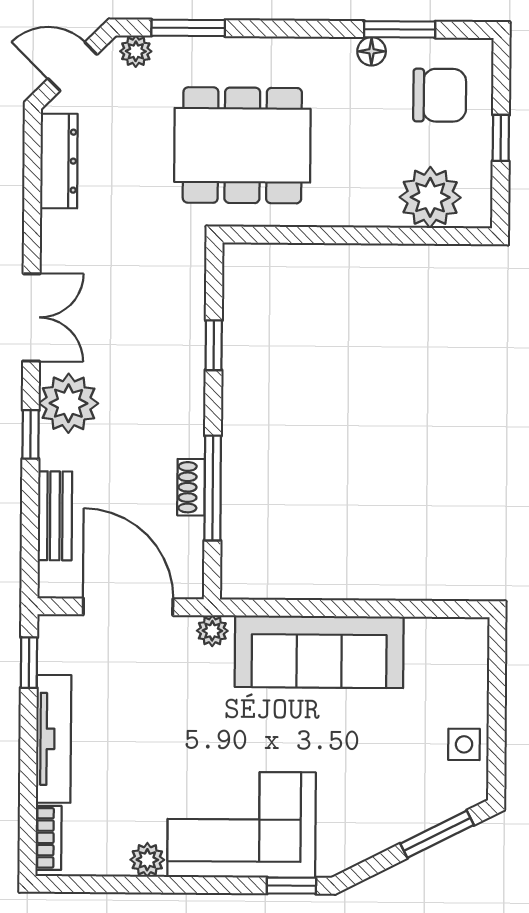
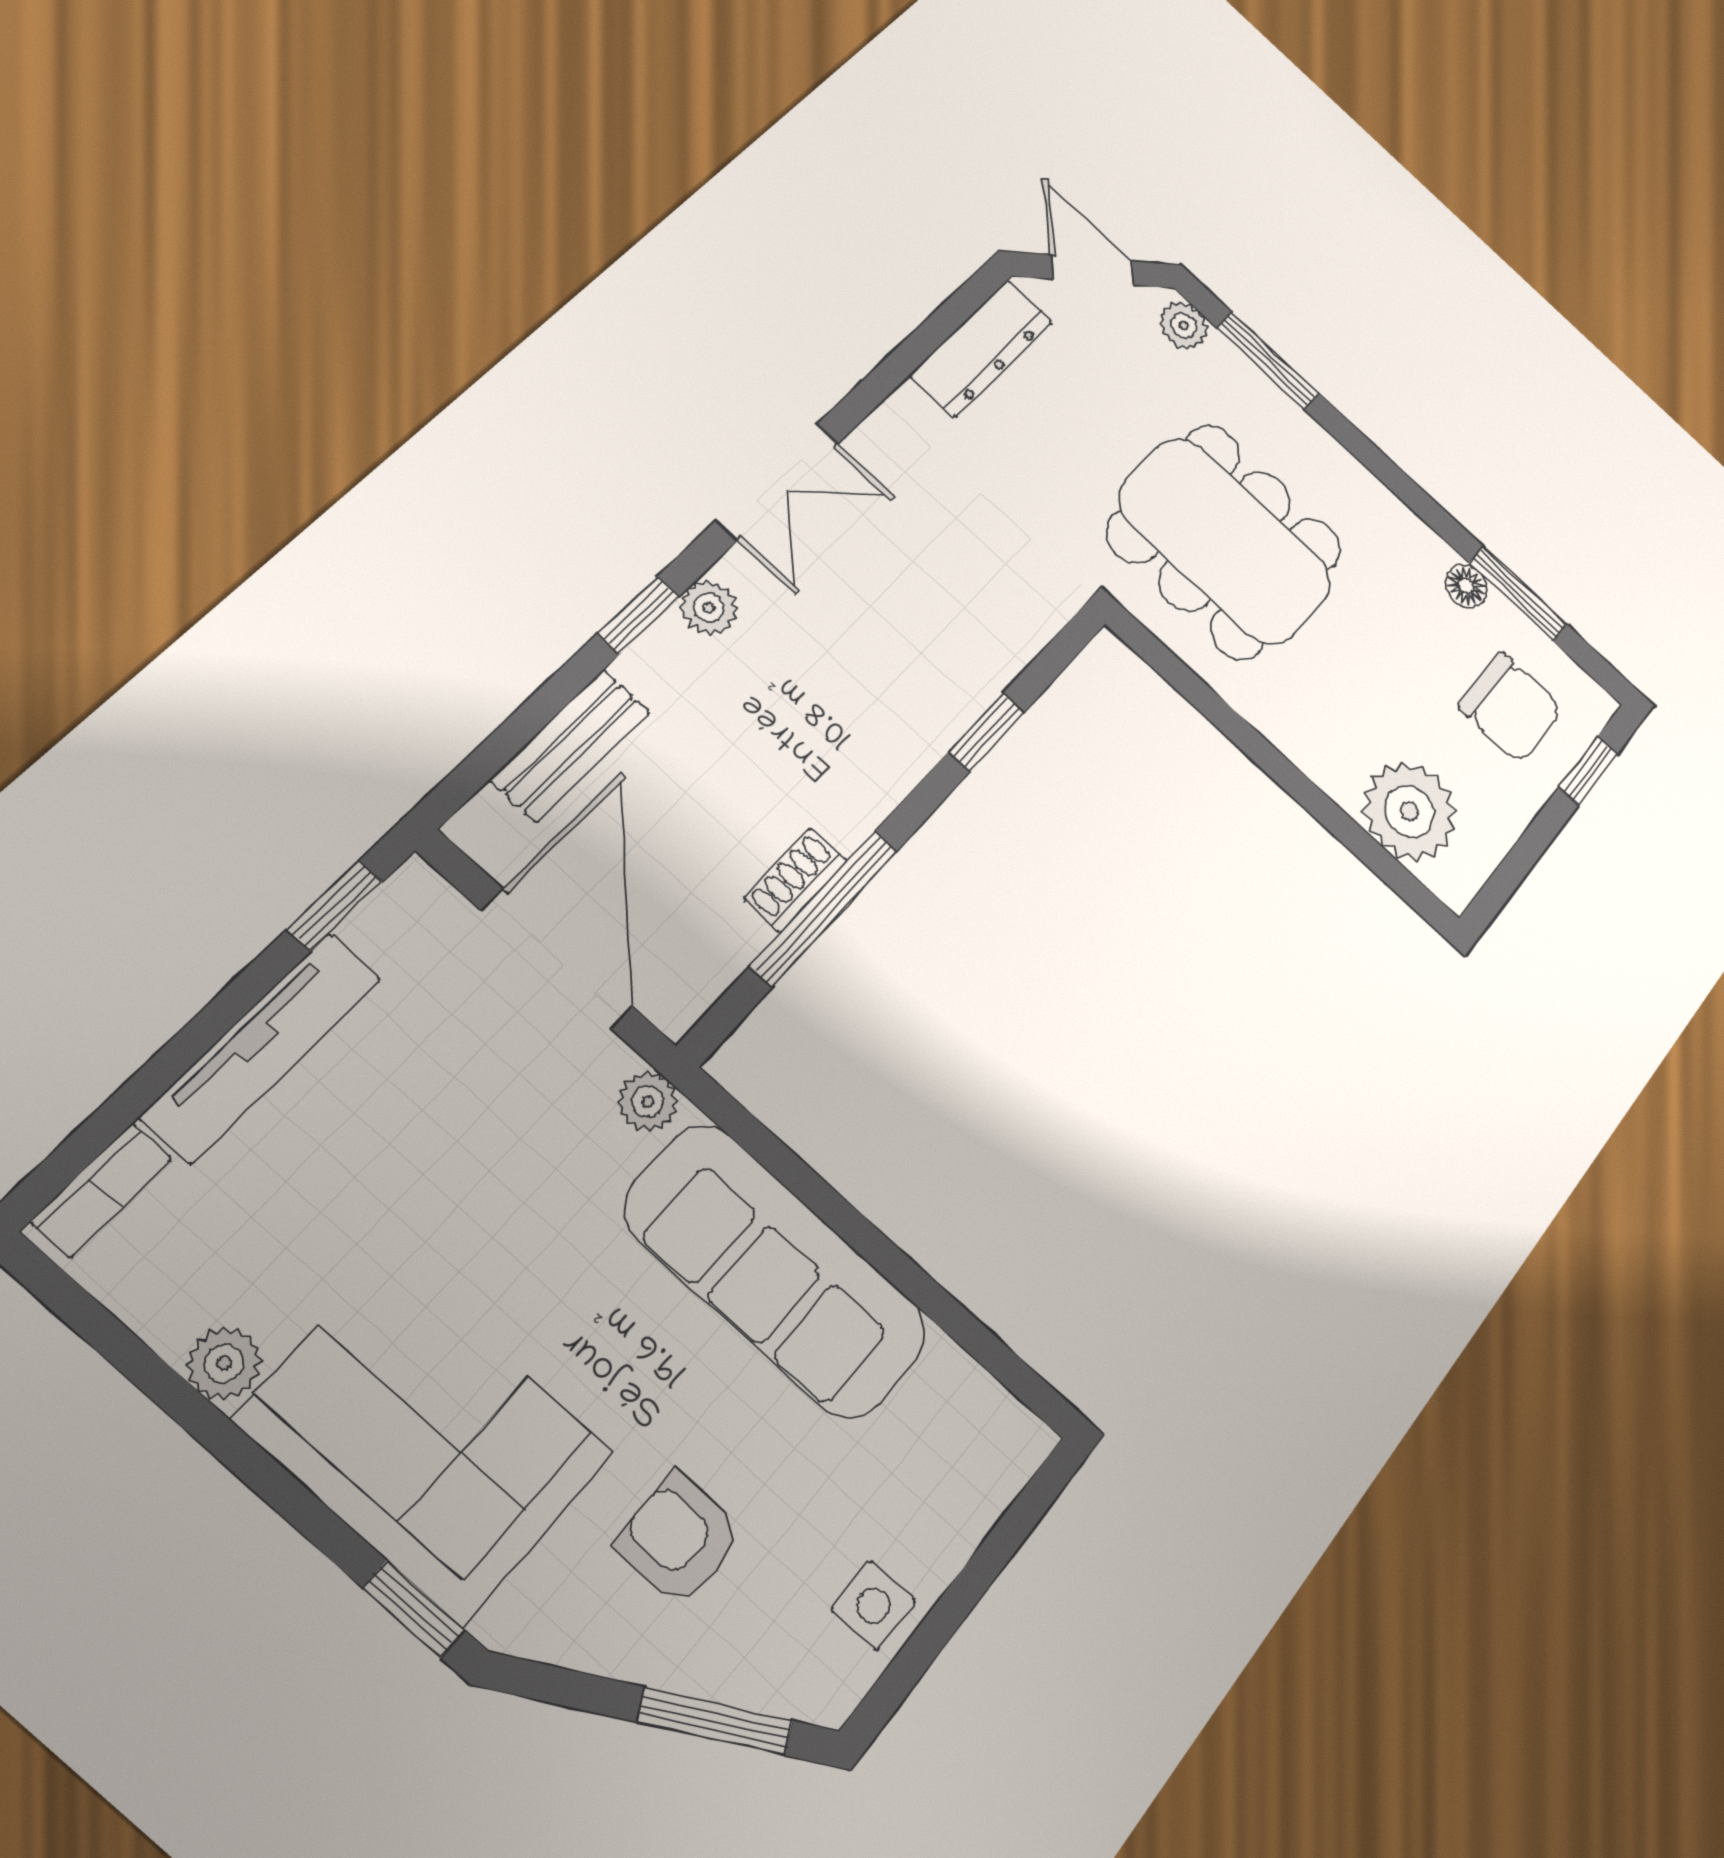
window: (501, 138) -> (1588, 771), moved
plant: (68, 403) -> (709, 608), width x0.53, depth x0.53
armchair: (368, 782) -> (679, 1539), added

